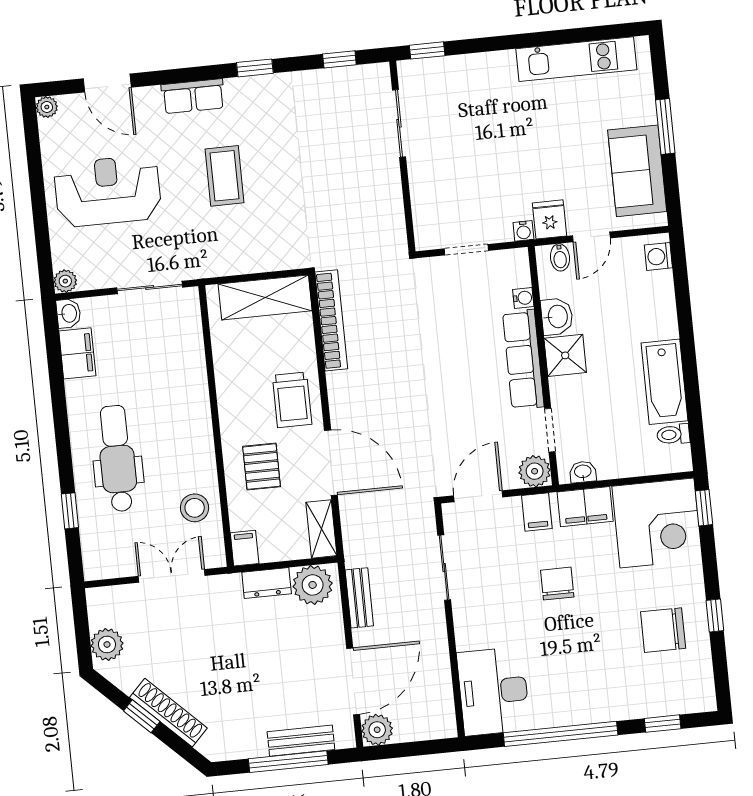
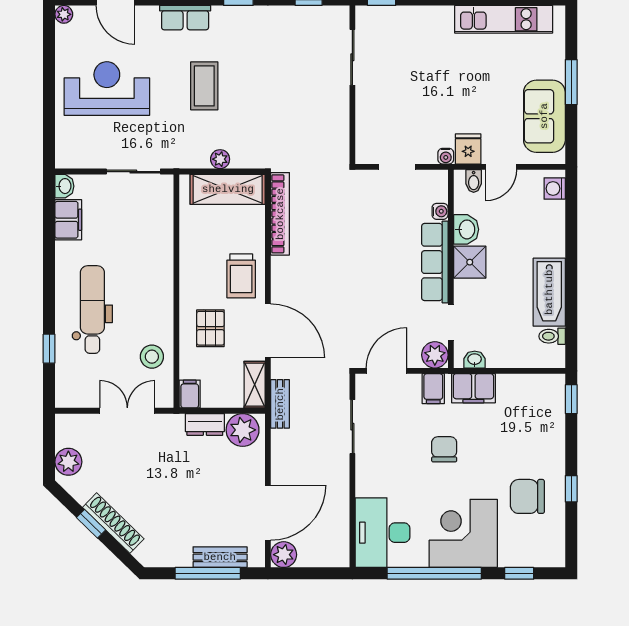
plant: (65, 281) -> (220, 159), moved
corner desk: (657, 523) -> (463, 533), moved, turned 180
bench: (359, 598) -> (280, 404), moved

